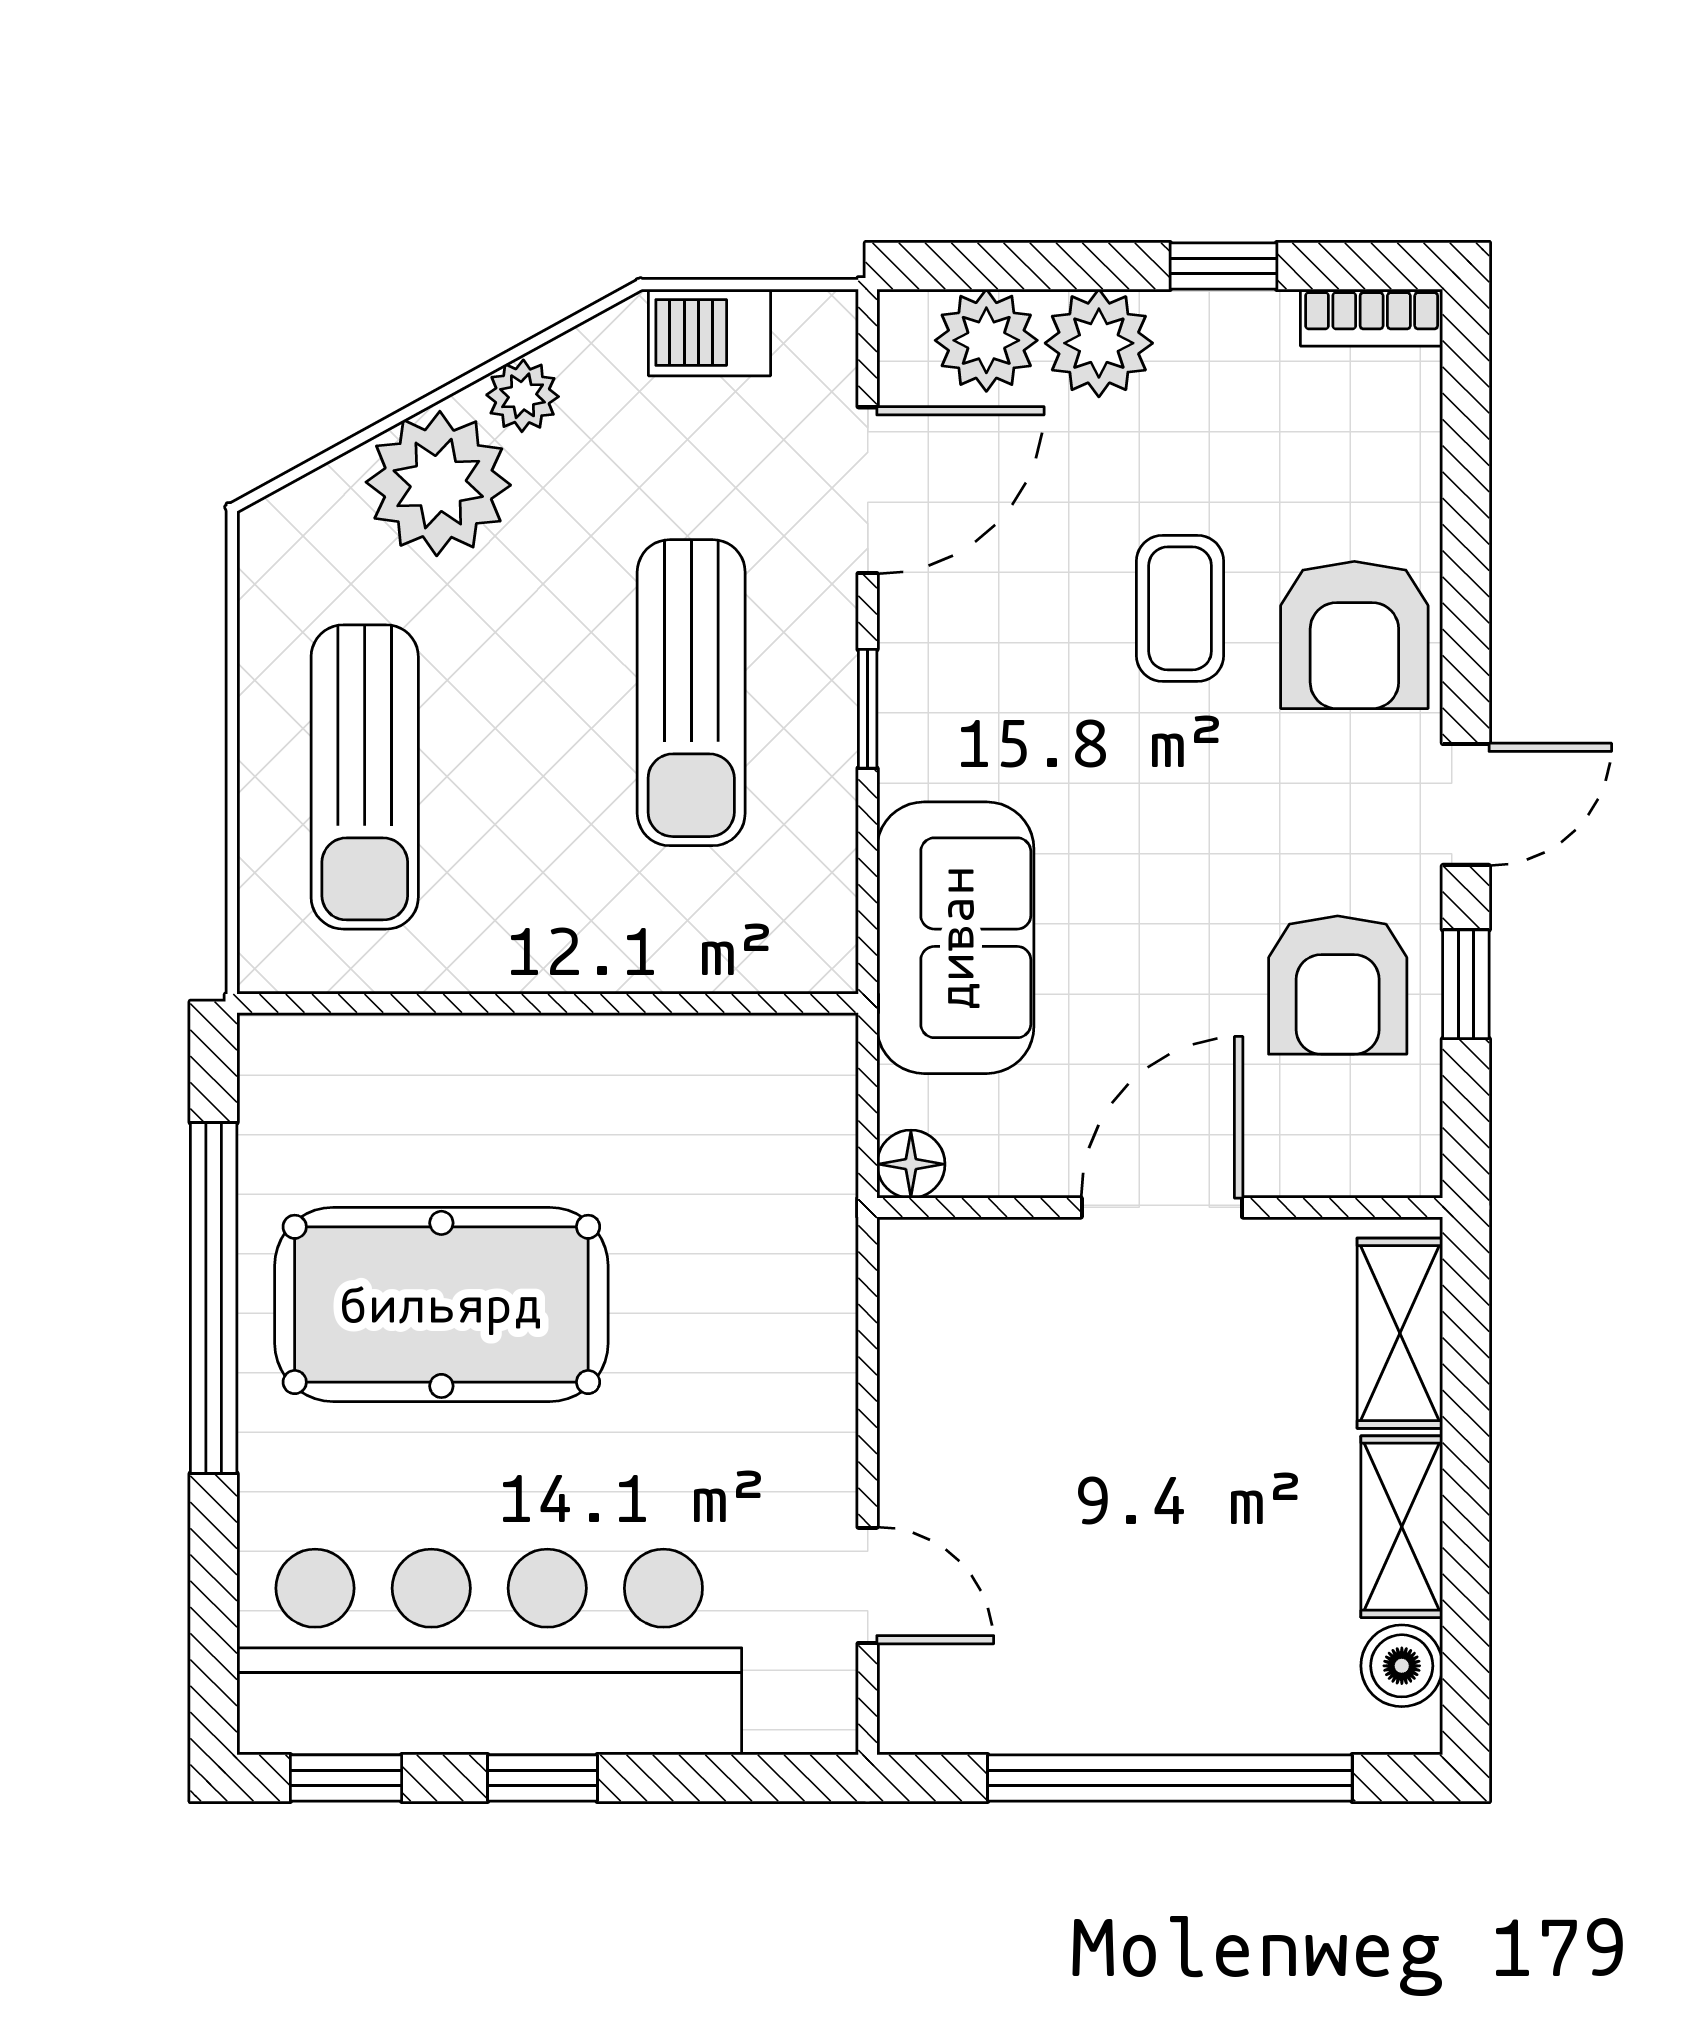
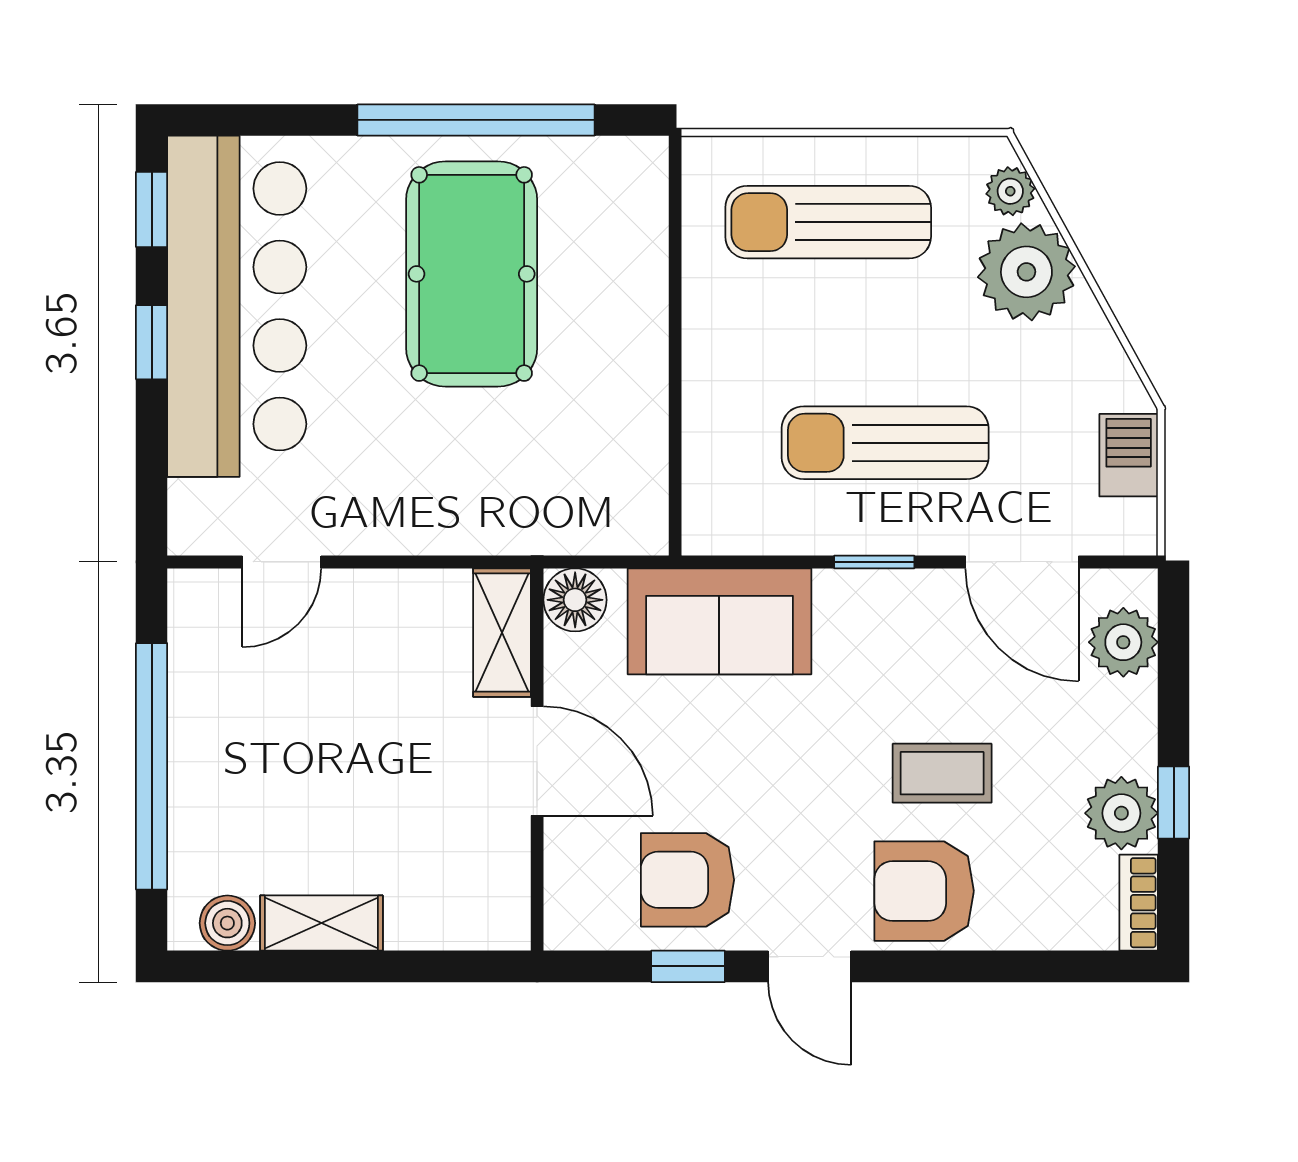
plant: (1099, 343) -> (1121, 813), moved
plant: (523, 396) -> (1010, 191), moved
floor lamp: (911, 1164) -> (575, 600), width x1.37, depth x1.37
shelving: (1400, 1333) -> (502, 633), moved, turned 90

